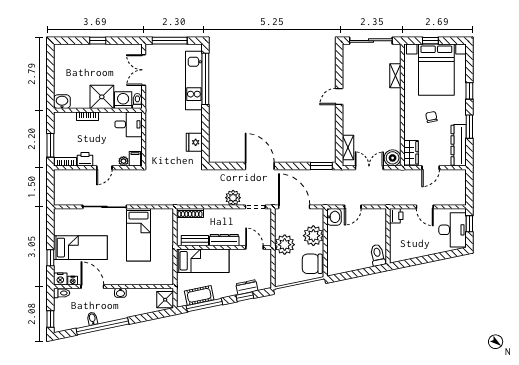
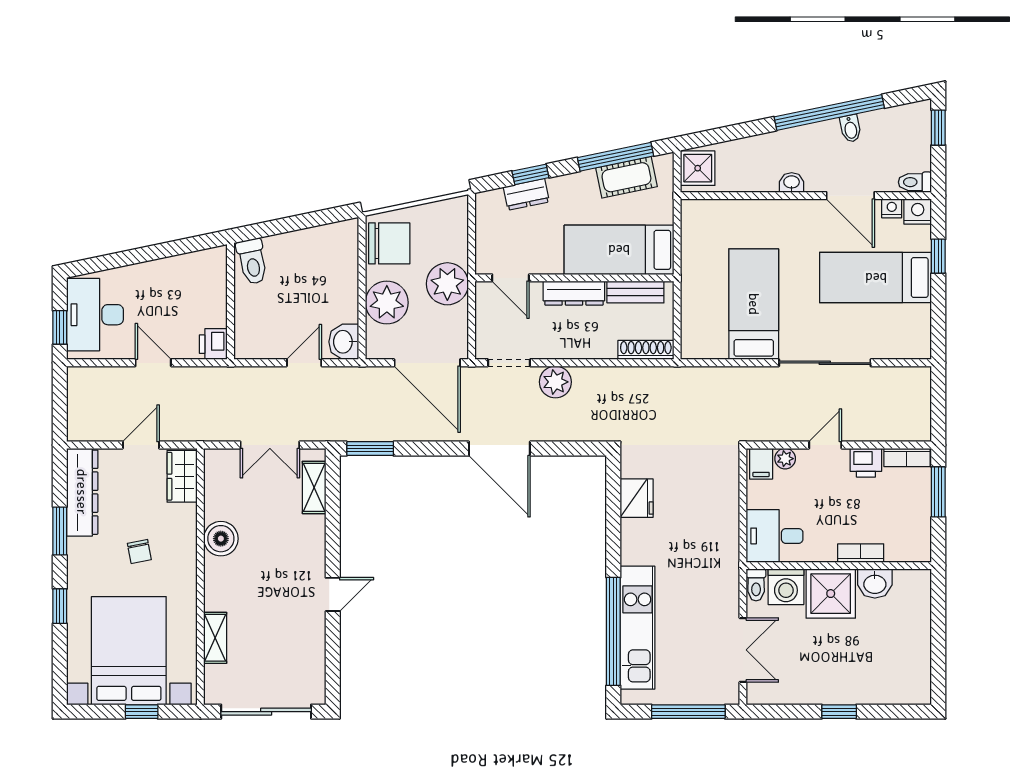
washbasin: (62, 102) -> (875, 583), moved
boiler: (393, 158) -> (221, 539), moved

